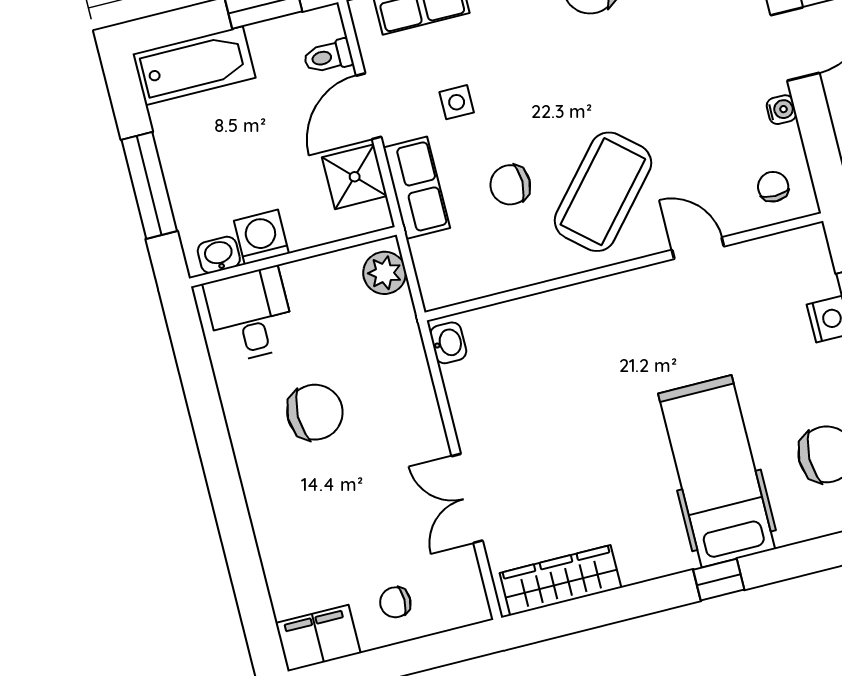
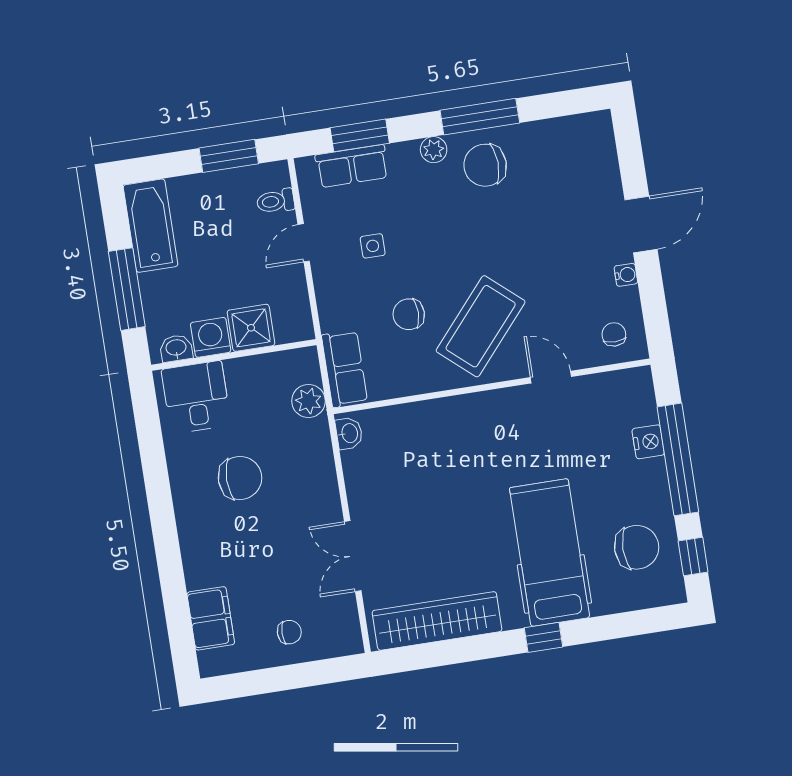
bathtub: (194, 66) -> (151, 226), moved, turned -90
door: (369, 106) -> (304, 243), width x0.73
shower: (355, 177) -> (251, 328), moved
row of seats: (417, 188) -> (344, 369), moved
plant: (385, 273) -> (308, 401), moved
wardrobe: (560, 580) -> (437, 621), width x1.40, depth x1.17
chair: (395, 602) -> (289, 632), turned 180
filing cabinet: (318, 638) -> (211, 618), moved, turned 90

